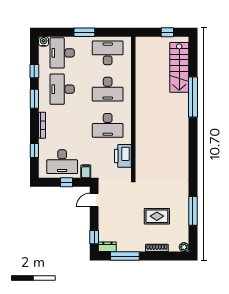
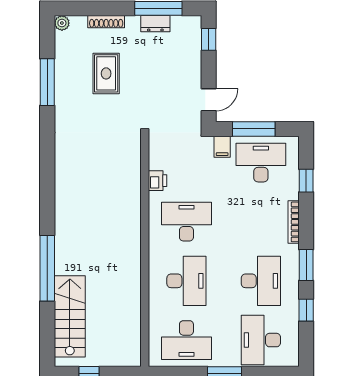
water cooler: (44, 41) -> (291, 359), removed
desk: (62, 53) -> (261, 340), turned 180
desk: (108, 89) -> (186, 281), turned 90
printer: (123, 156) -> (157, 181), width x0.53, depth x0.68
window: (67, 182) -> (254, 129), width x2.17
rug: (157, 216) -> (106, 73), turned 90
dresser: (107, 247) -> (155, 24), moved

